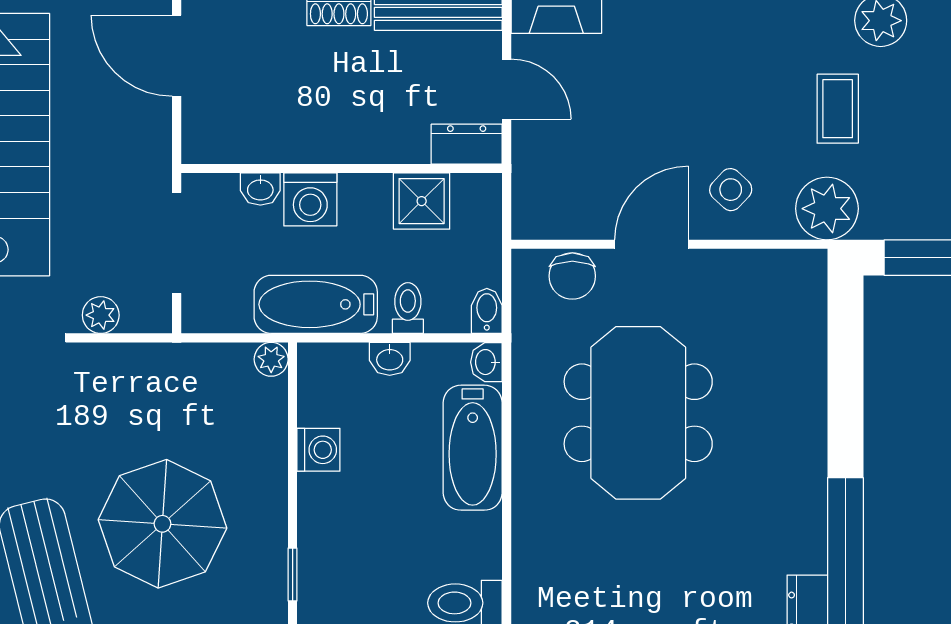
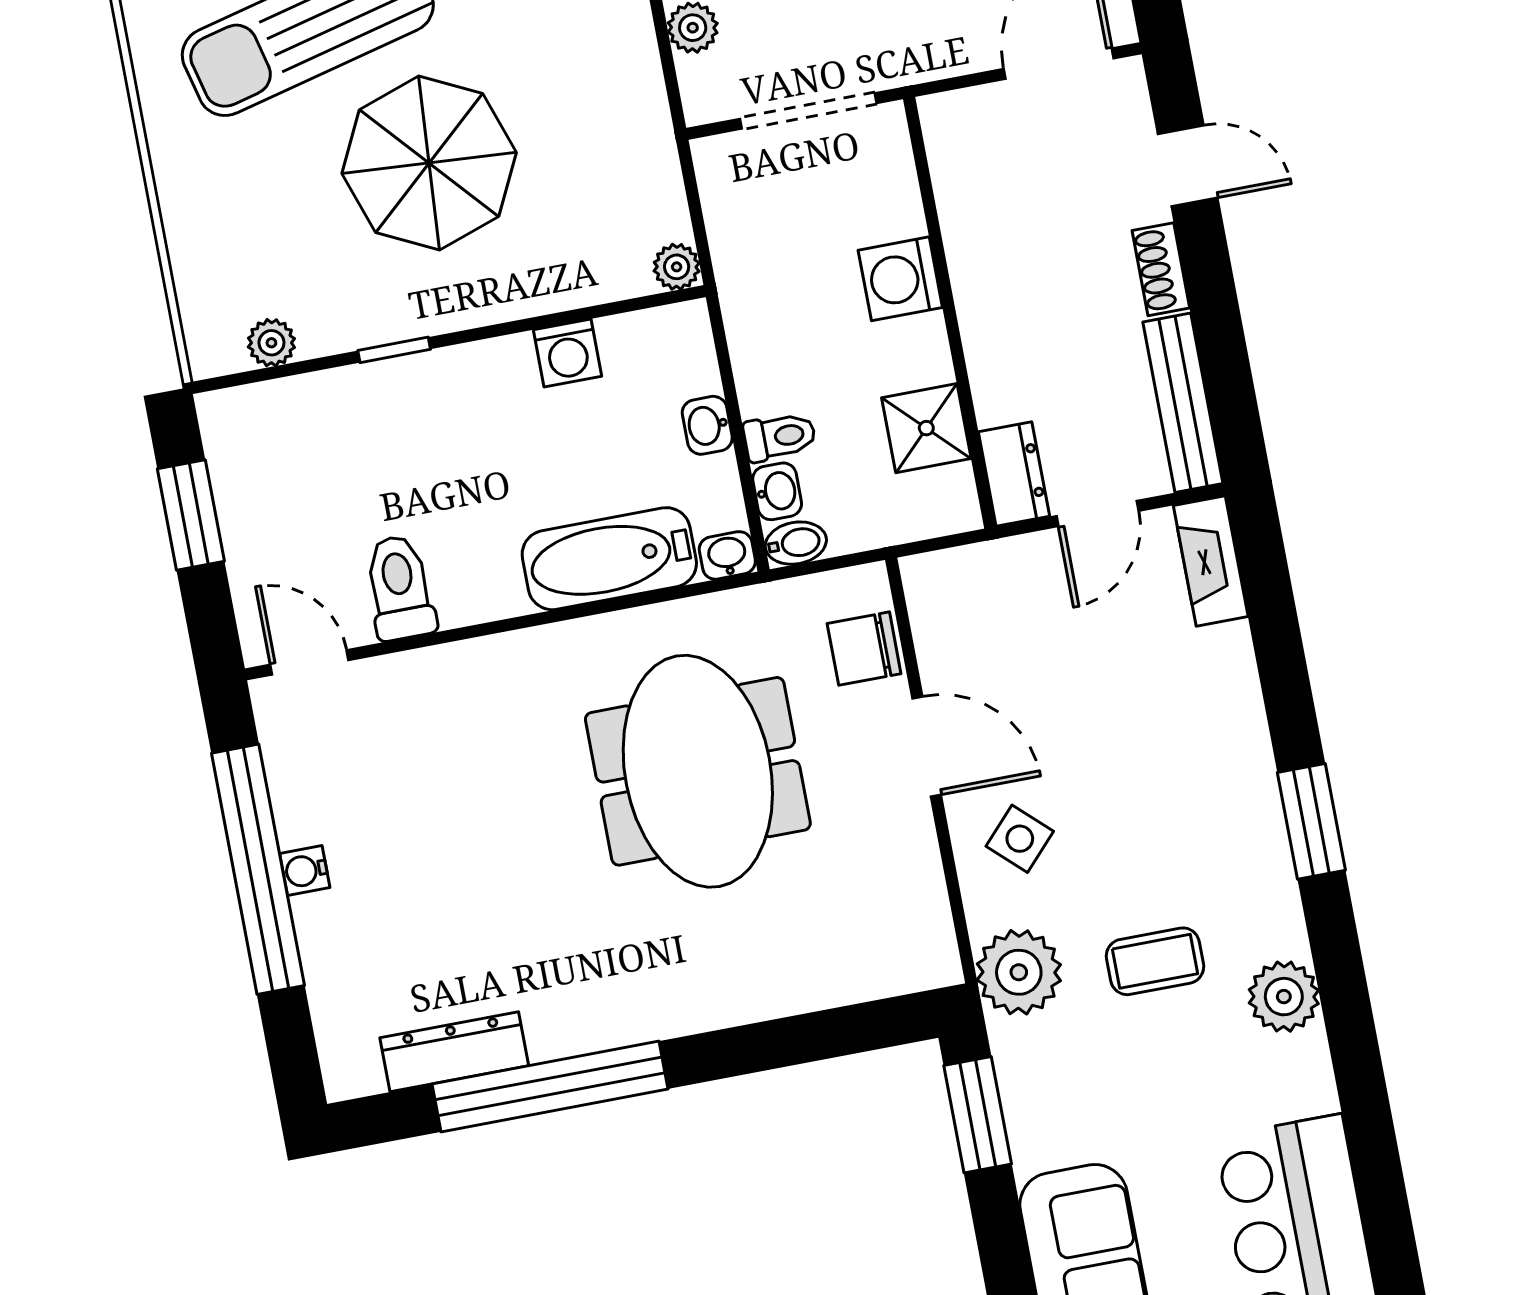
washbasin: (260, 189) -> (777, 491), moved, turned 180
bathtub: (316, 304) -> (761, 313), removed
meeting table: (638, 413) -> (698, 771), turned 90

